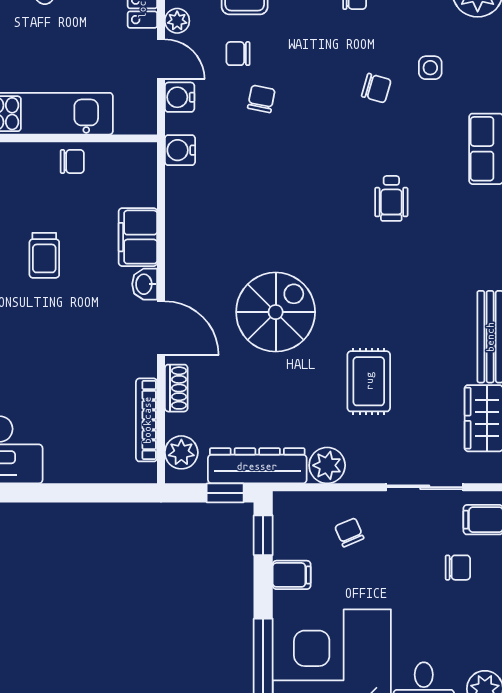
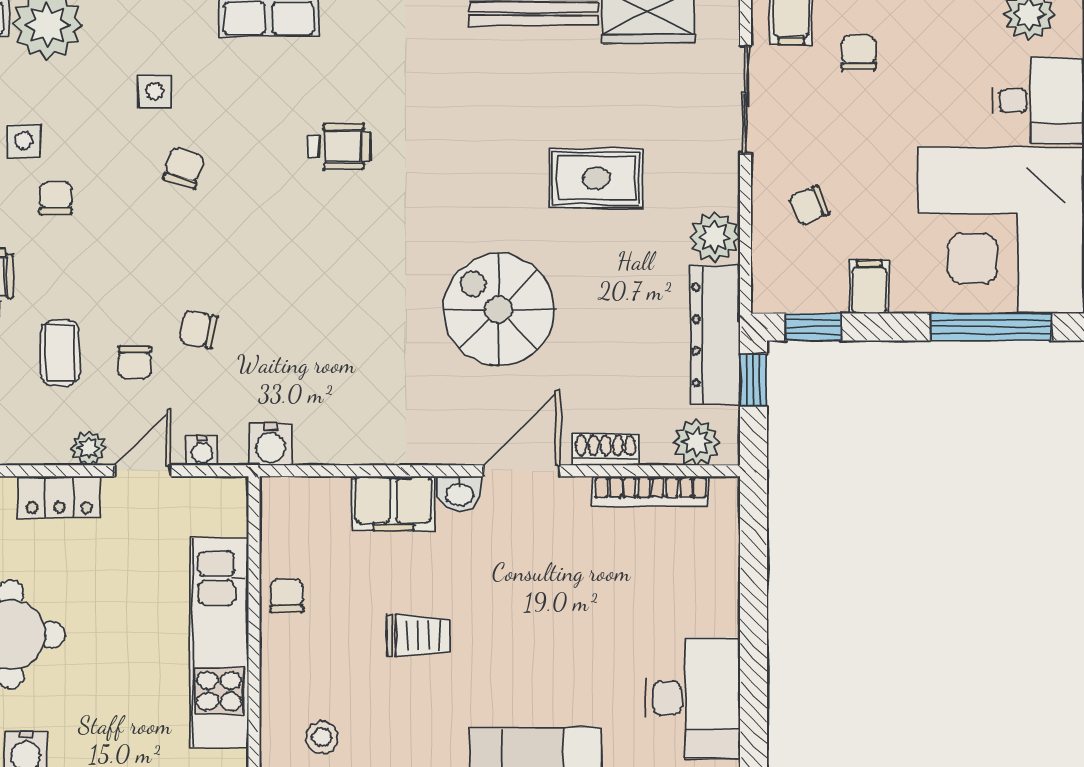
water cooler: (180, 97) -> (202, 450), width x0.72, depth x0.72

